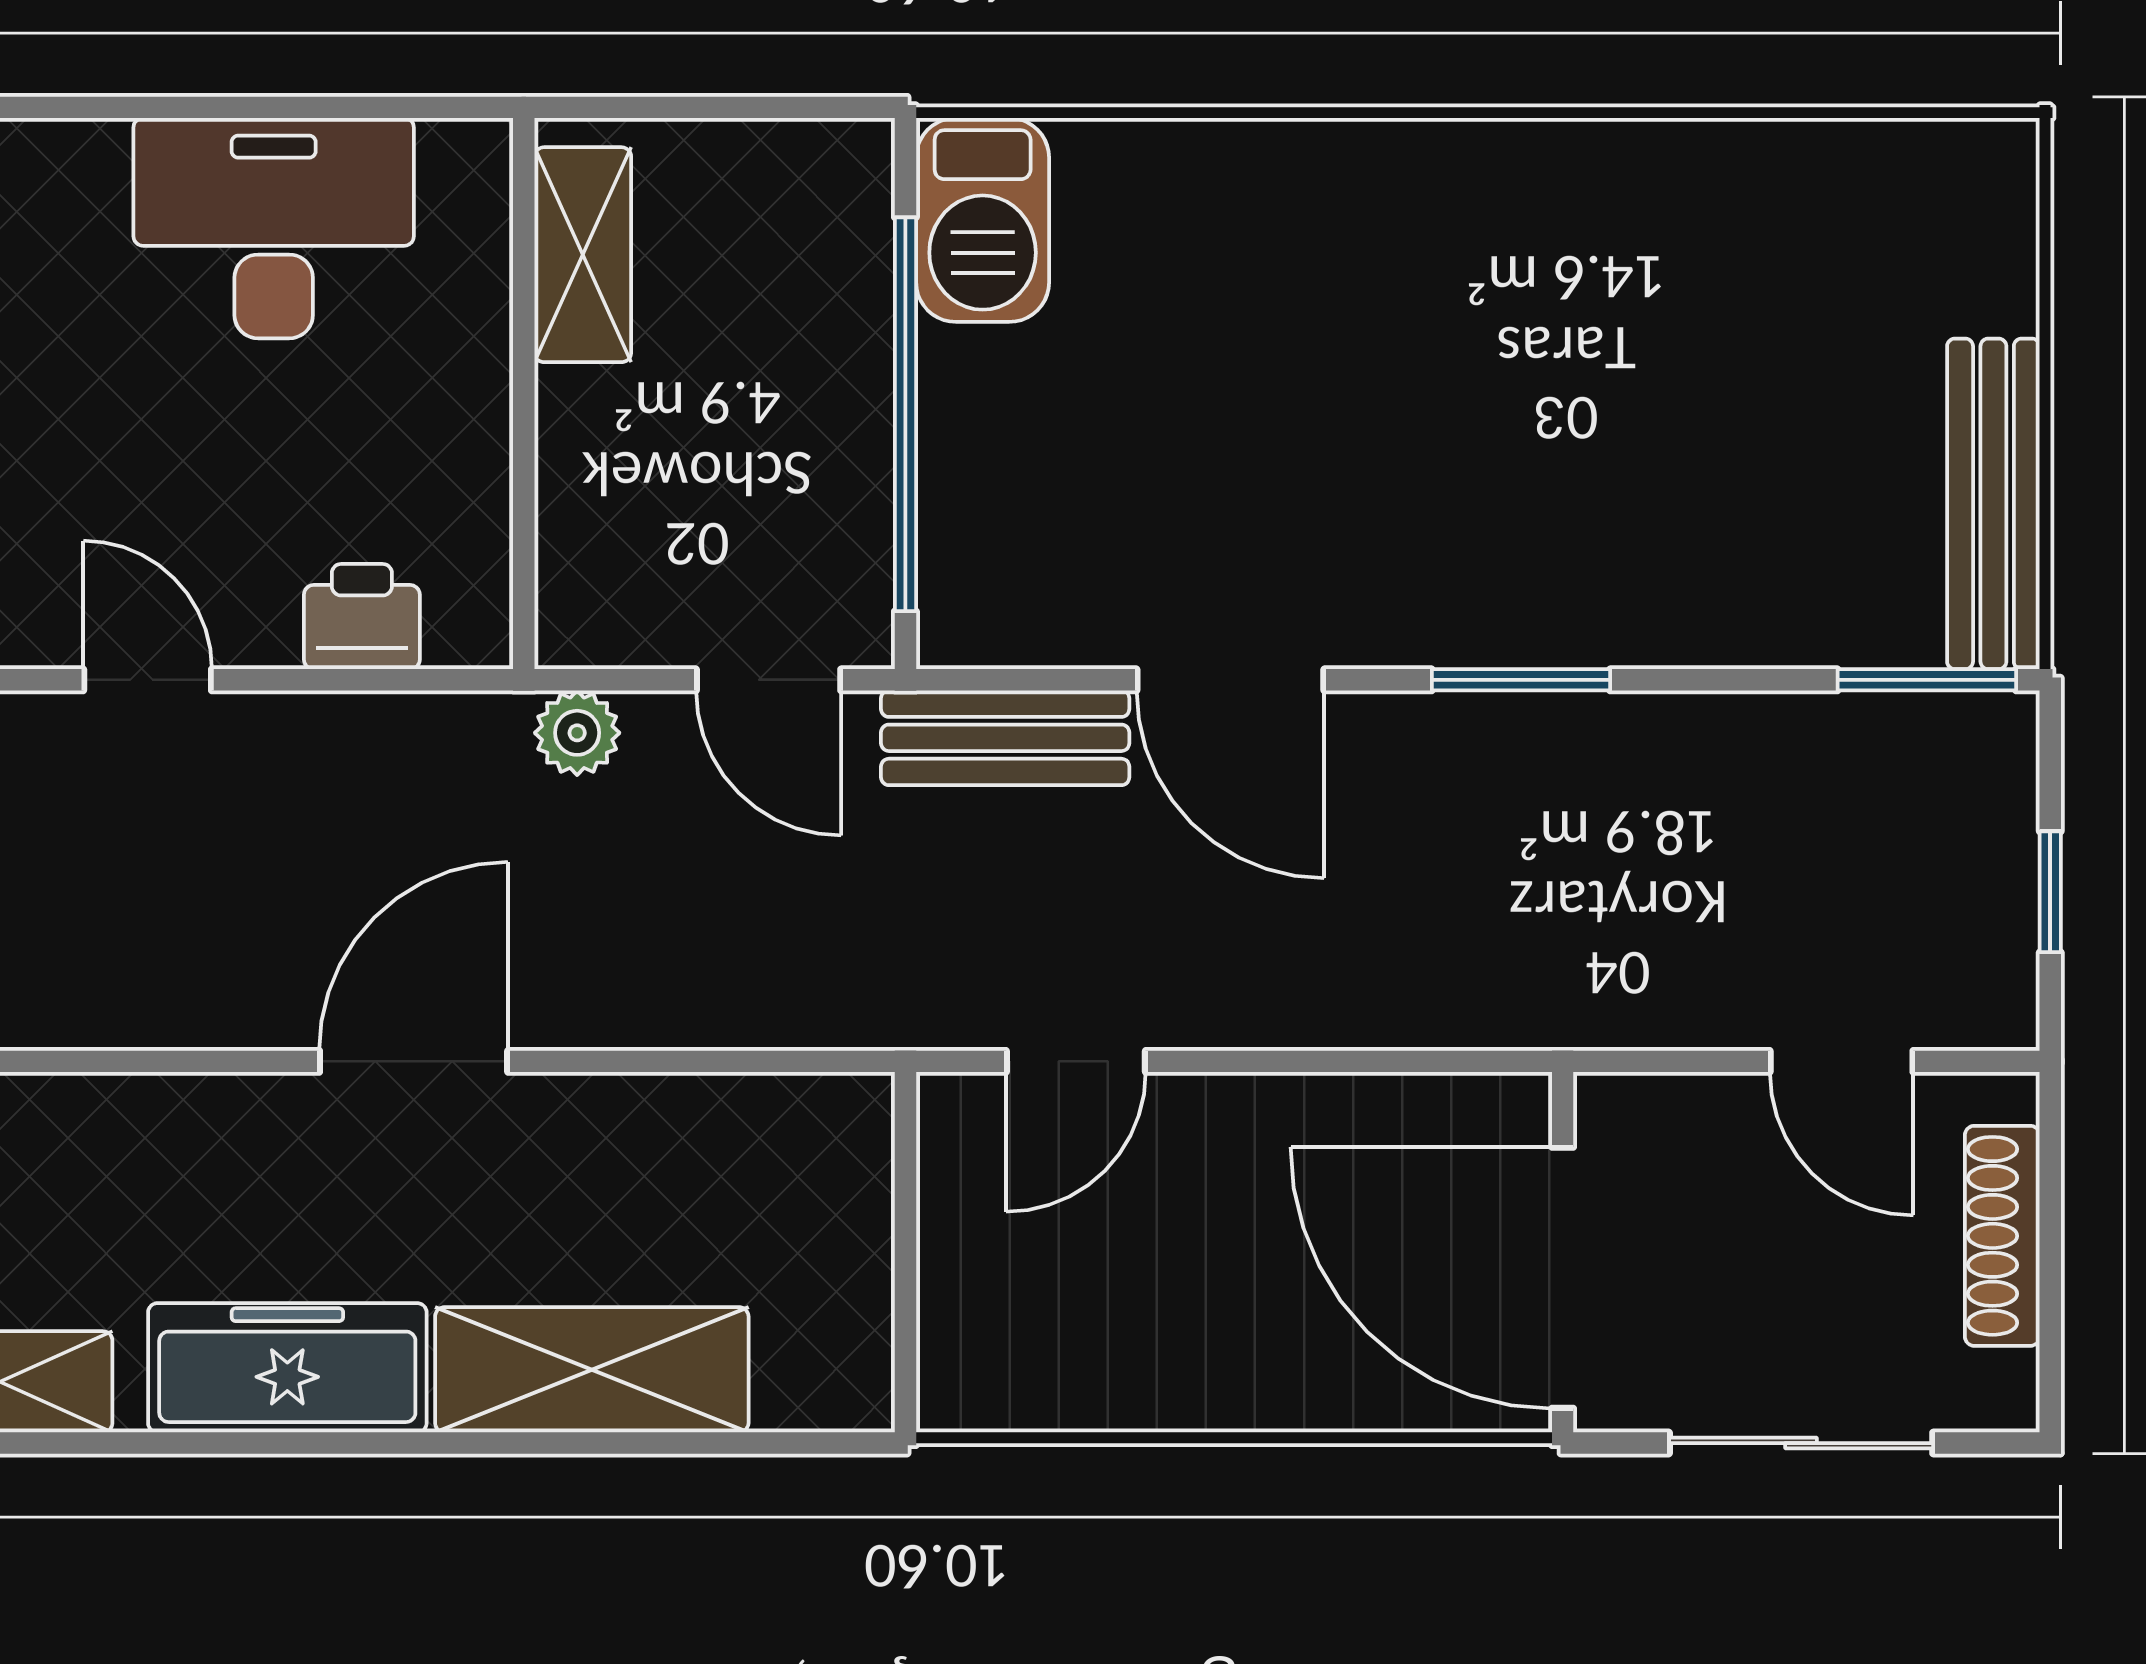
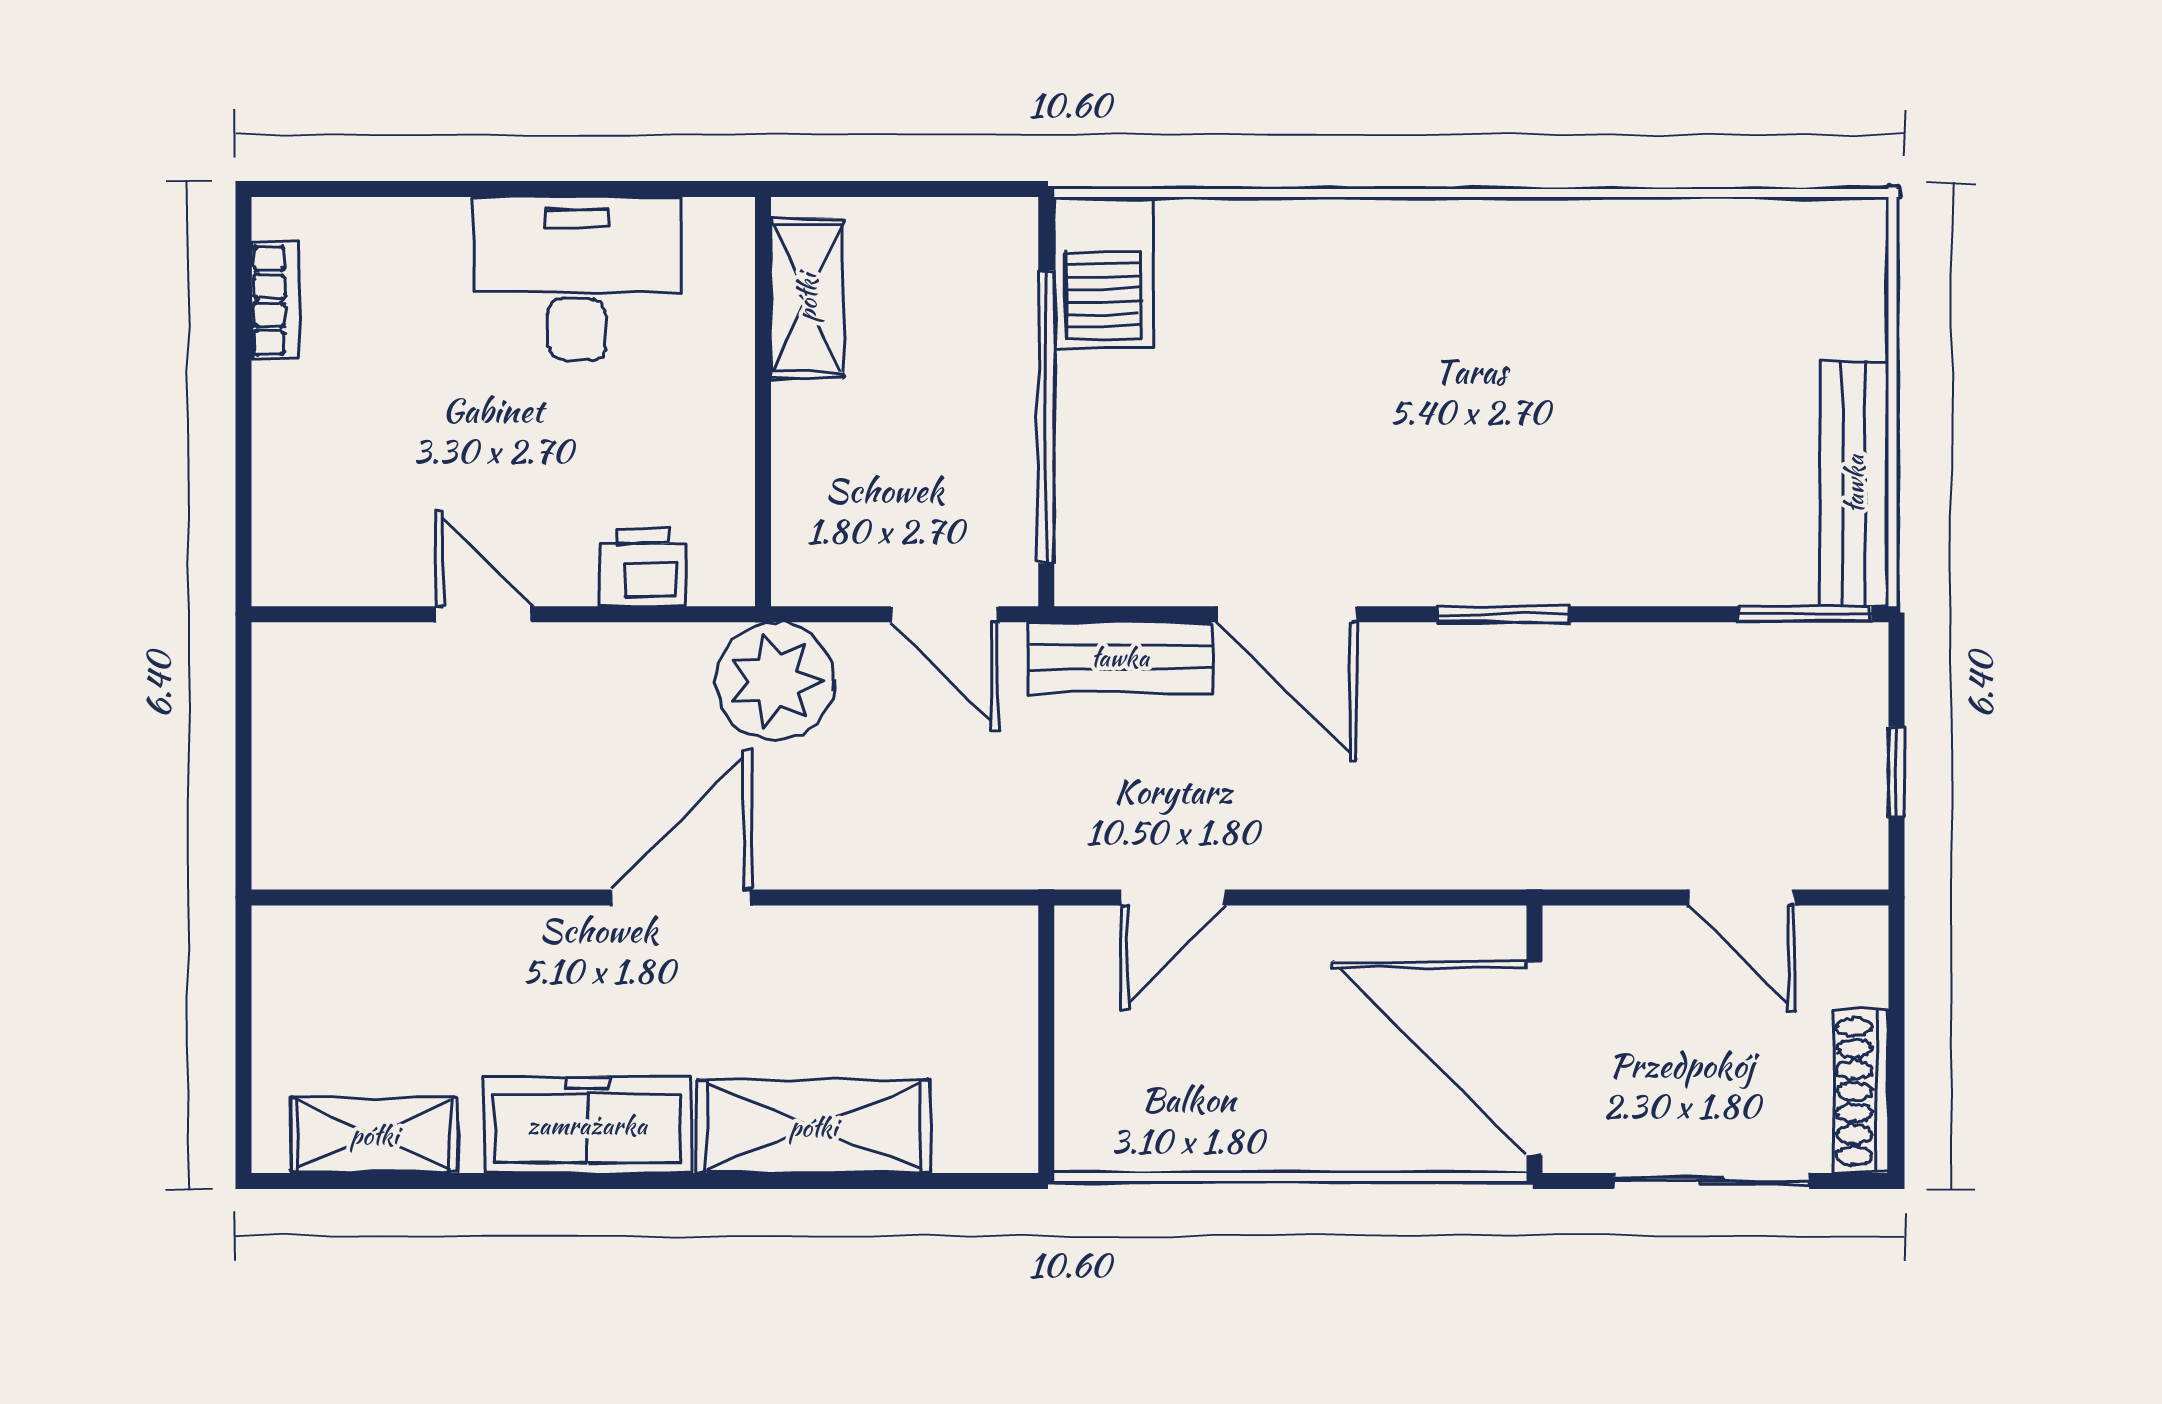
plant: (577, 733) -> (775, 681), width x1.88, depth x1.88
shoe rack: (2002, 1236) -> (1861, 1091), moved

